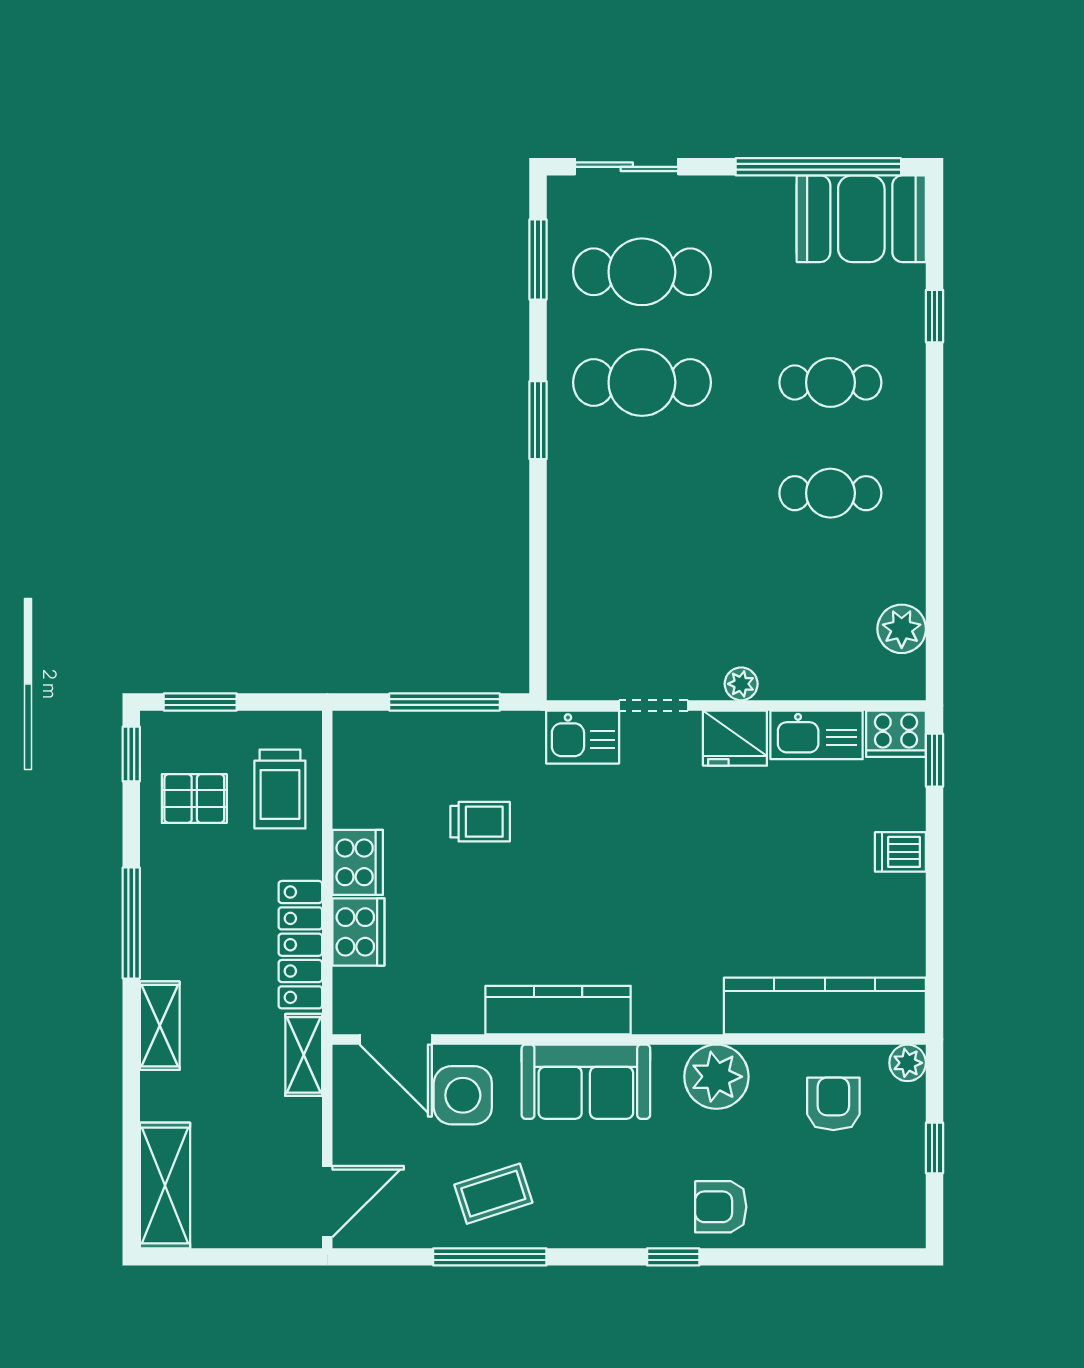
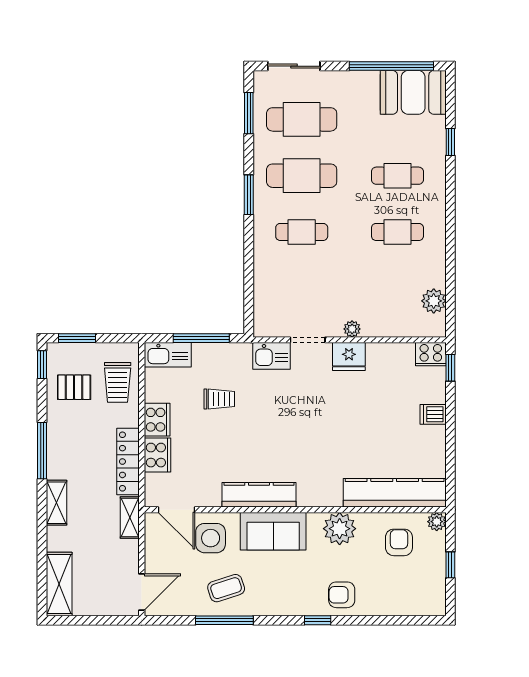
cafe table: (642, 493) -> (302, 232), added
kitchen sink: (817, 735) -> (168, 355), moved

